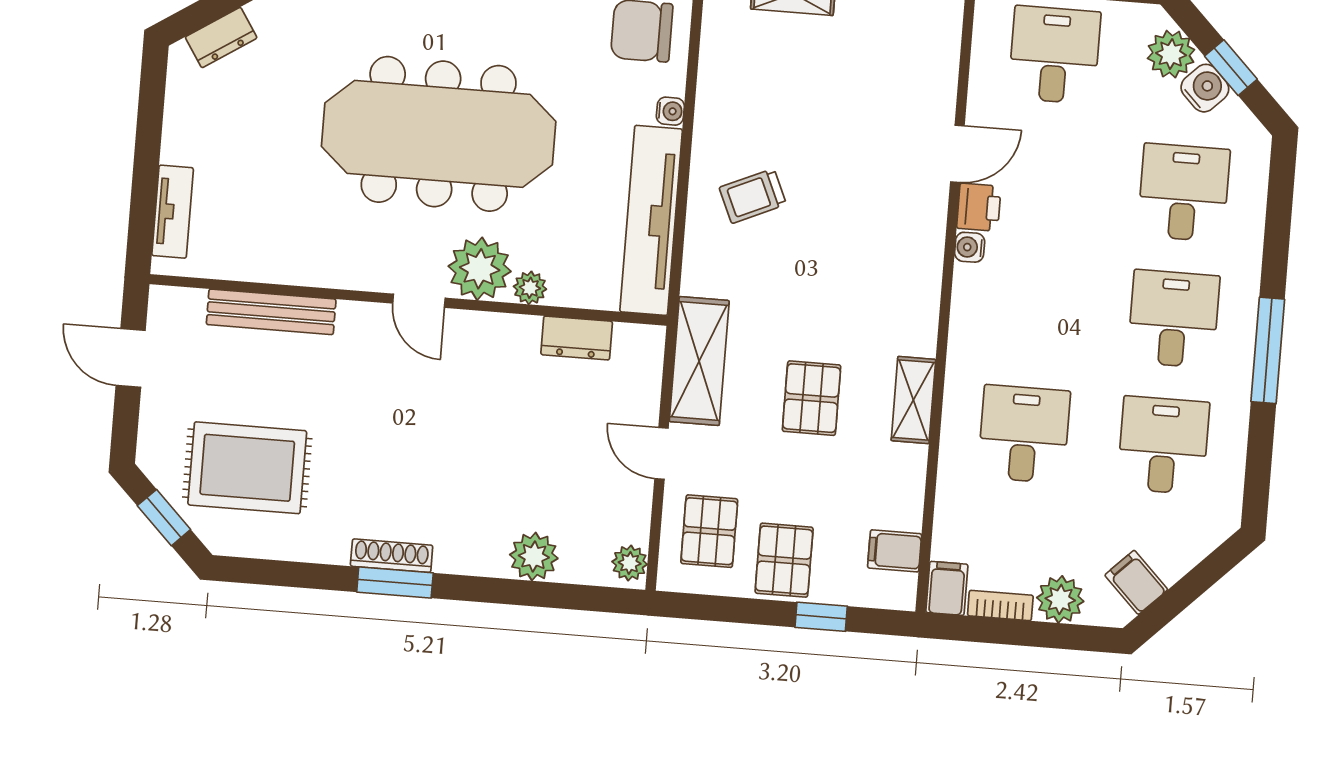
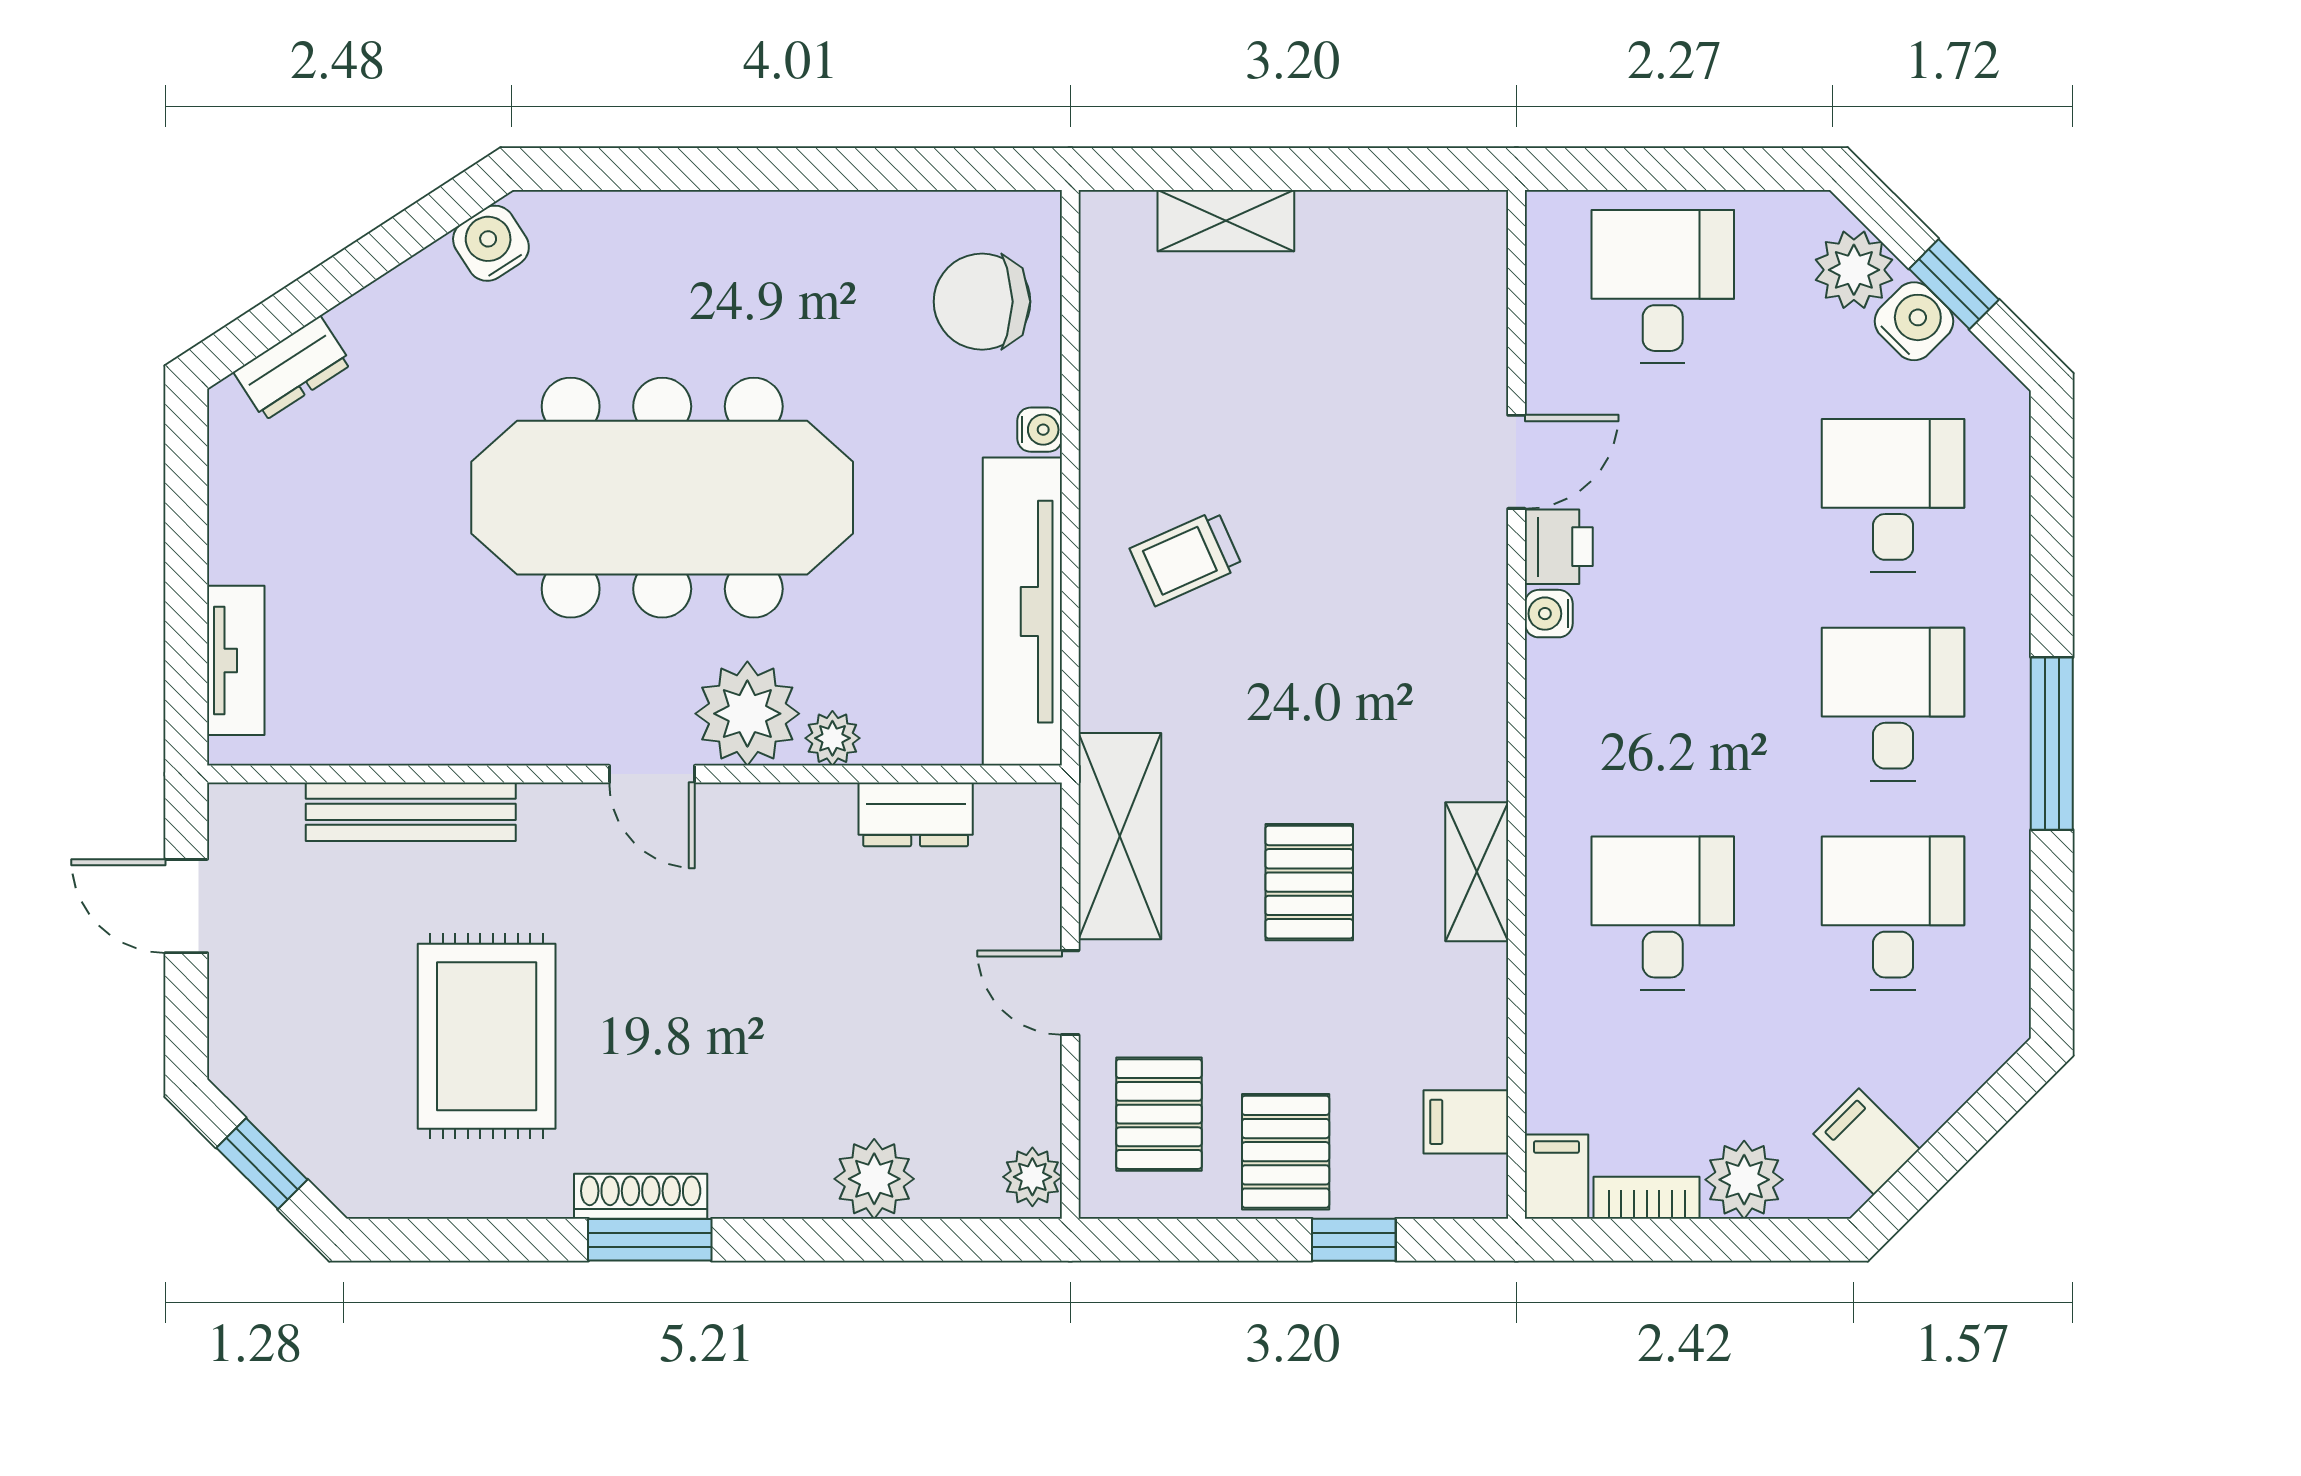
rug: (247, 468) -> (487, 1036), moved, turned 90

